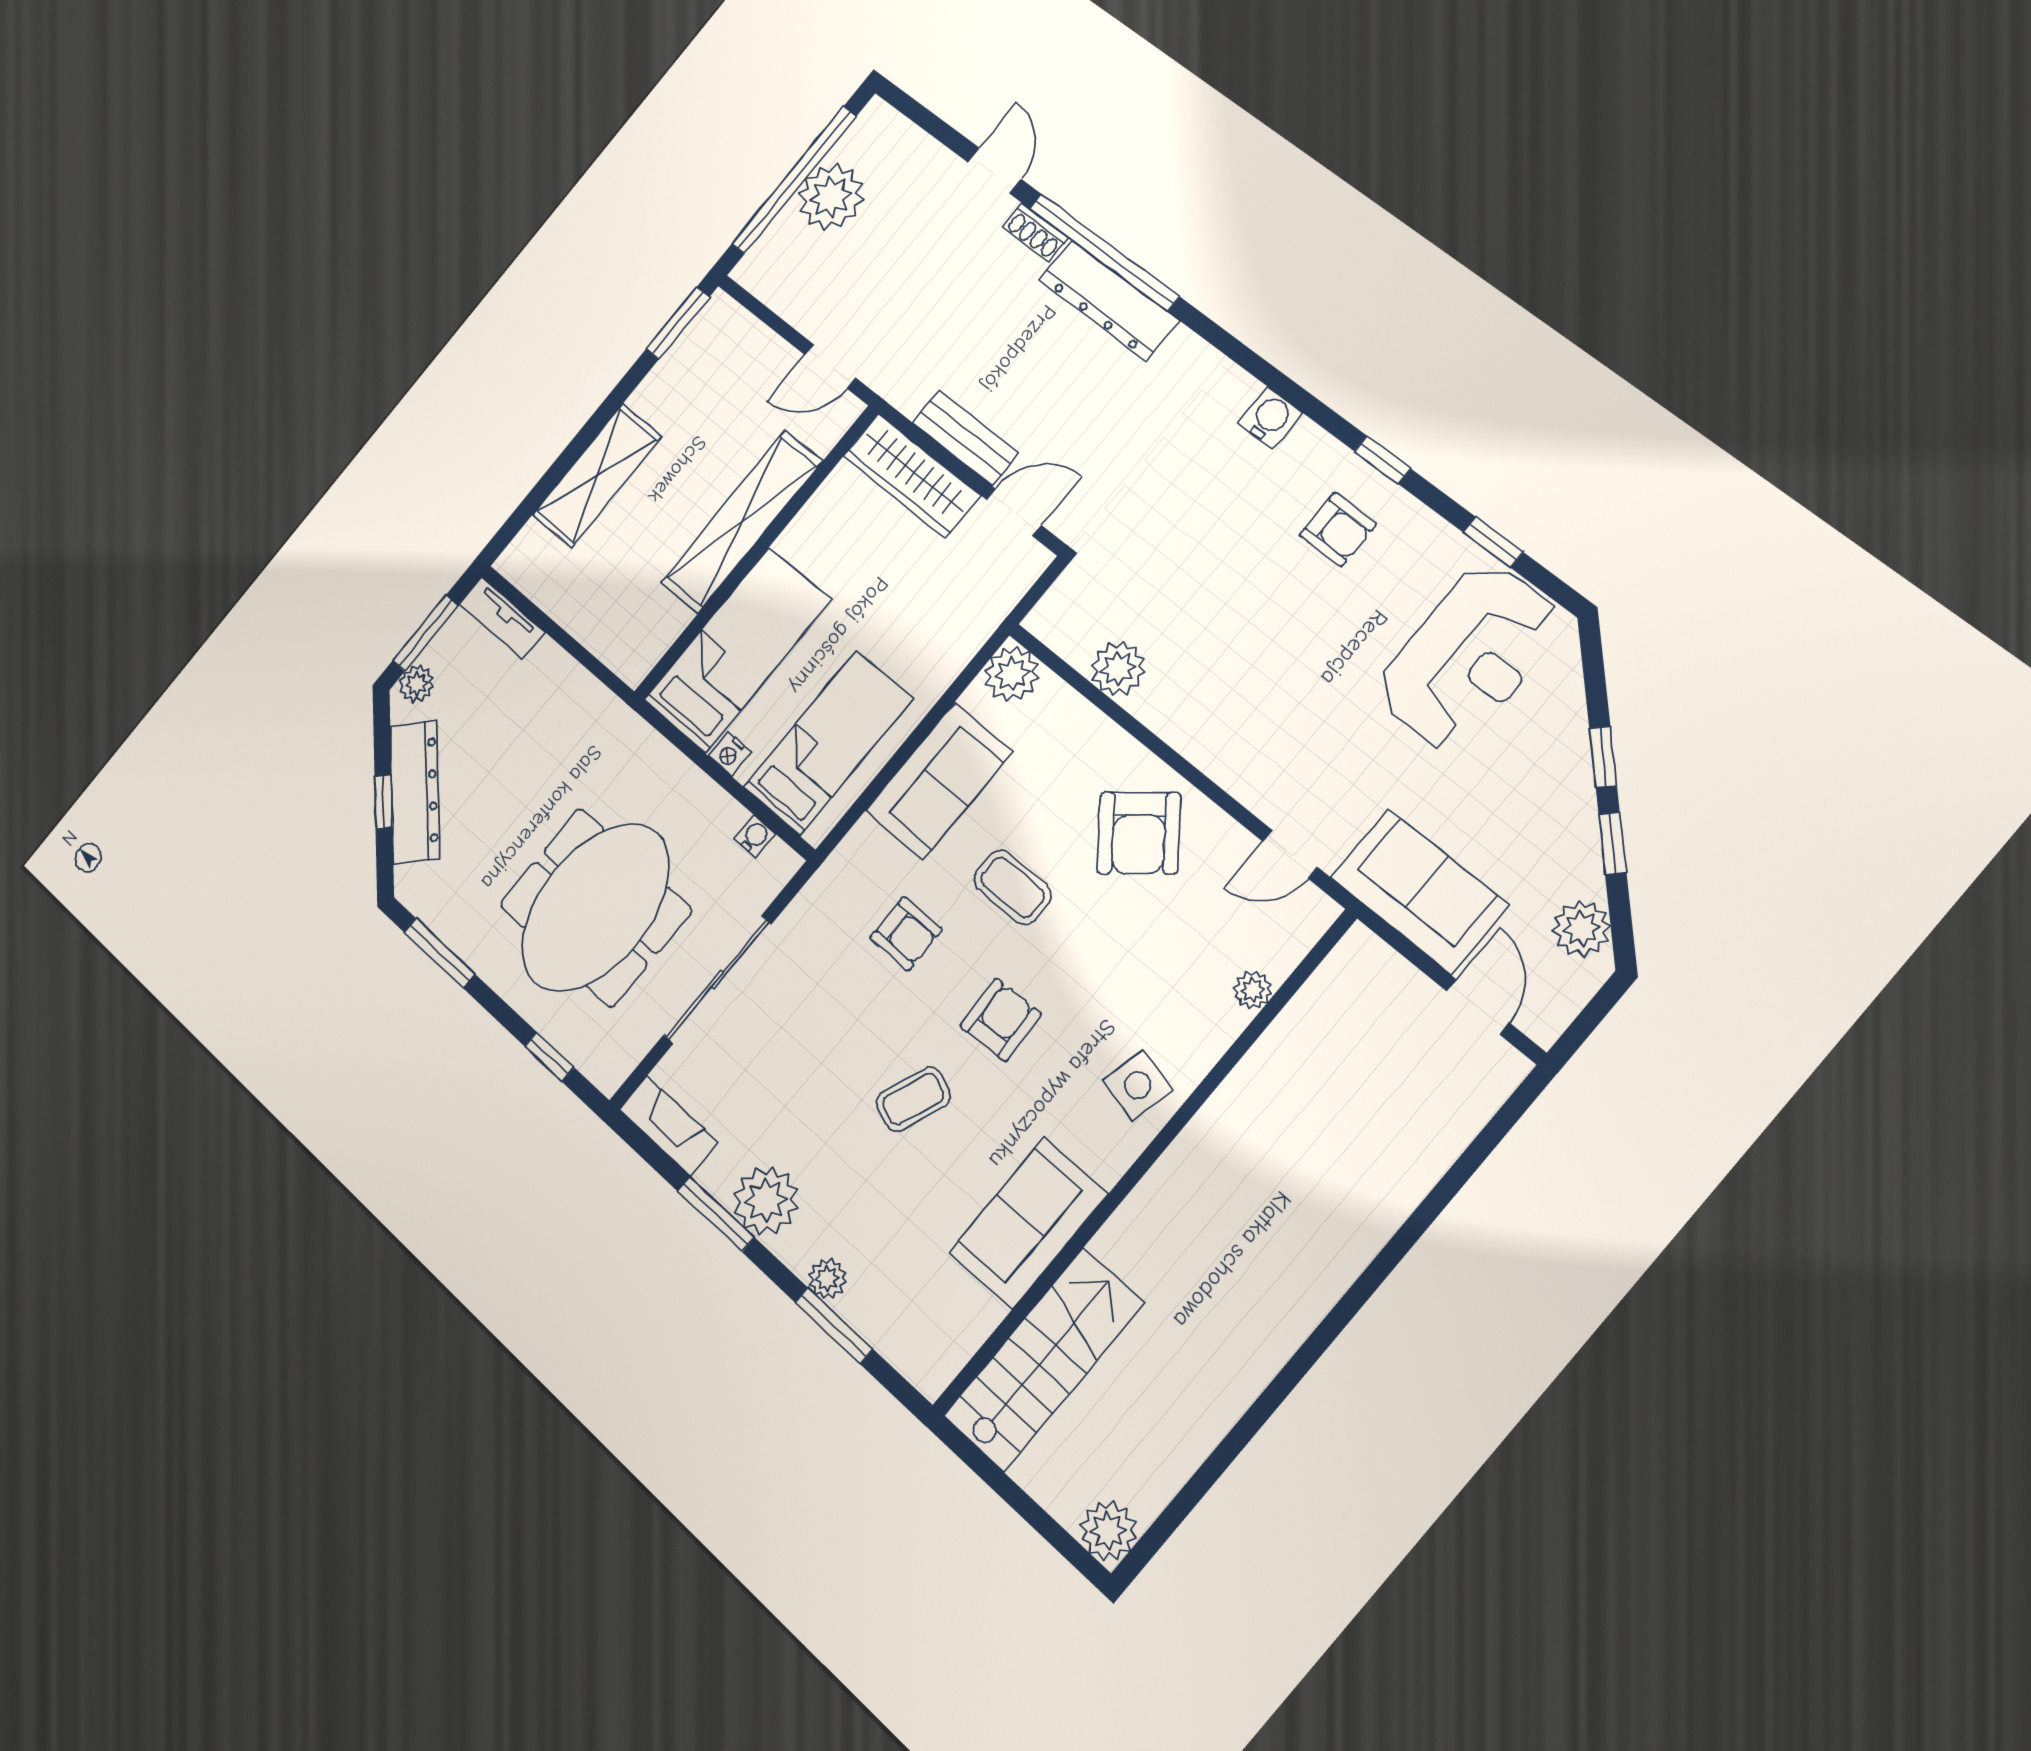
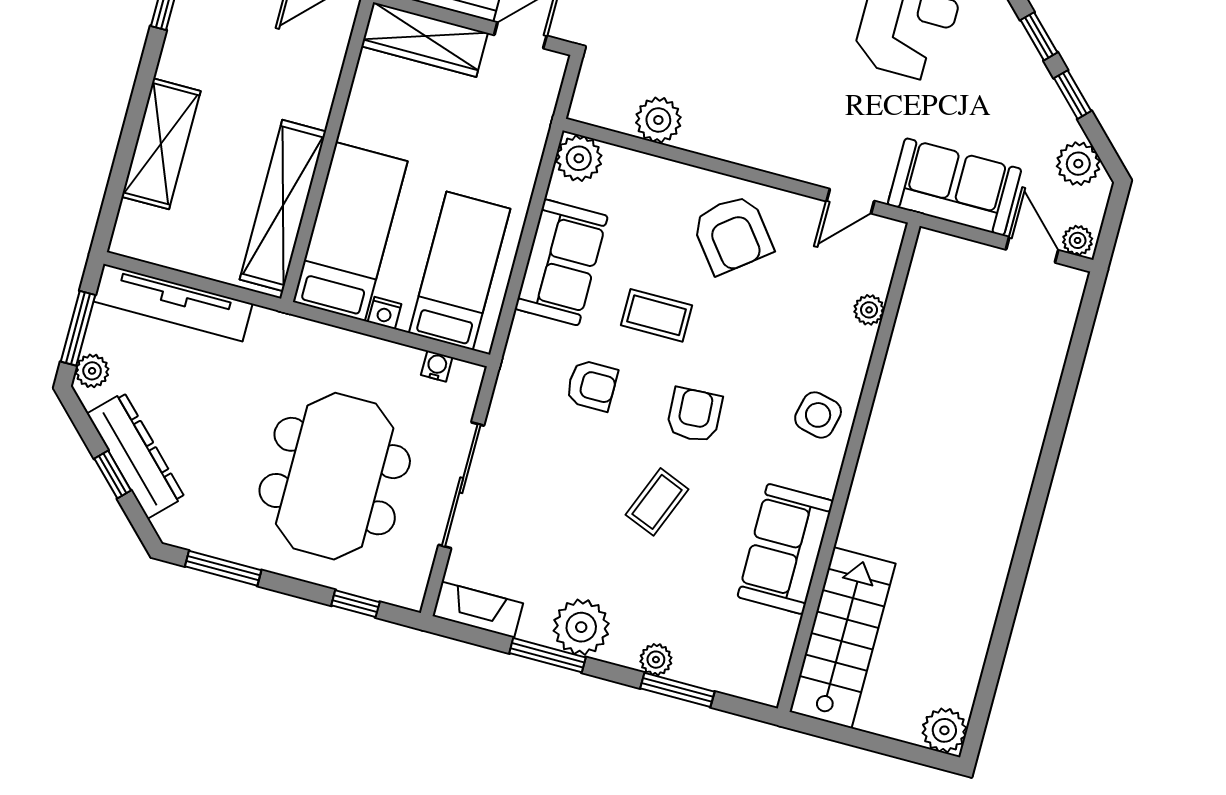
shelving: (742, 522) -> (283, 206), moved
tv unit: (502, 618) -> (173, 303), width x1.92, depth x1.29
plant: (1538, 1020) -> (1078, 240), added

